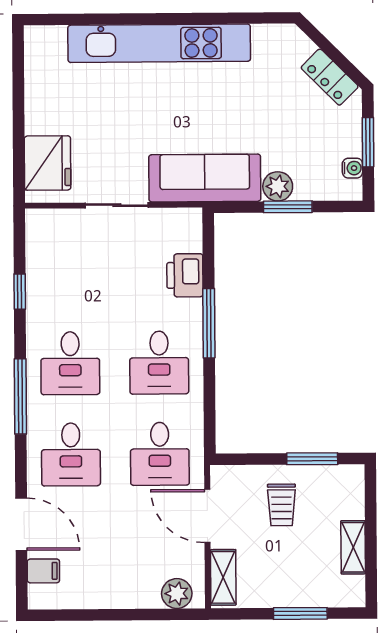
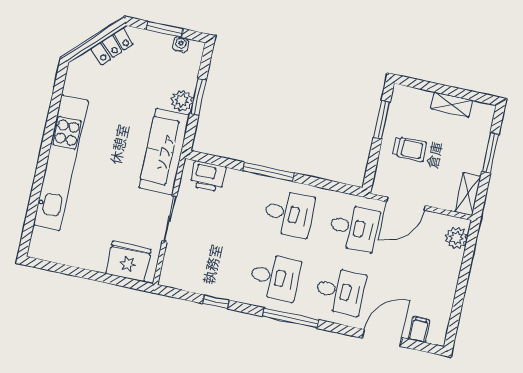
printer: (185, 275) -> (208, 176), moved
shelving: (223, 577) -> (468, 194), moved, turned 90

